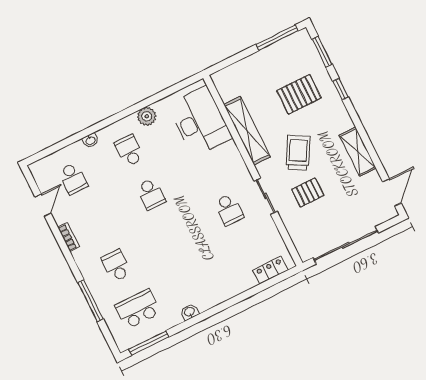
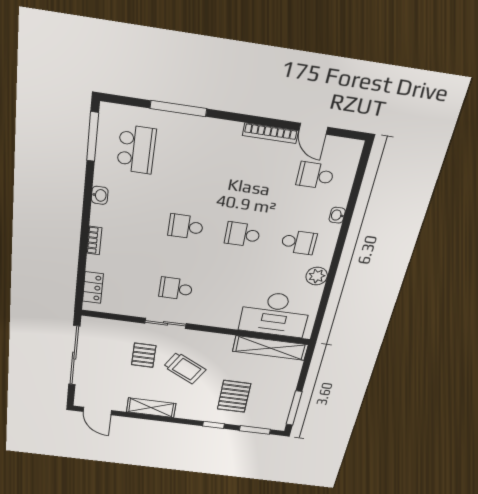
shelving: (247, 131) -> (270, 348), moved
bookcase: (69, 237) -> (271, 133), width x1.56
school desk: (116, 265) -> (186, 227), moved, turned 180
bookcase: (229, 294) -> (94, 241), added

